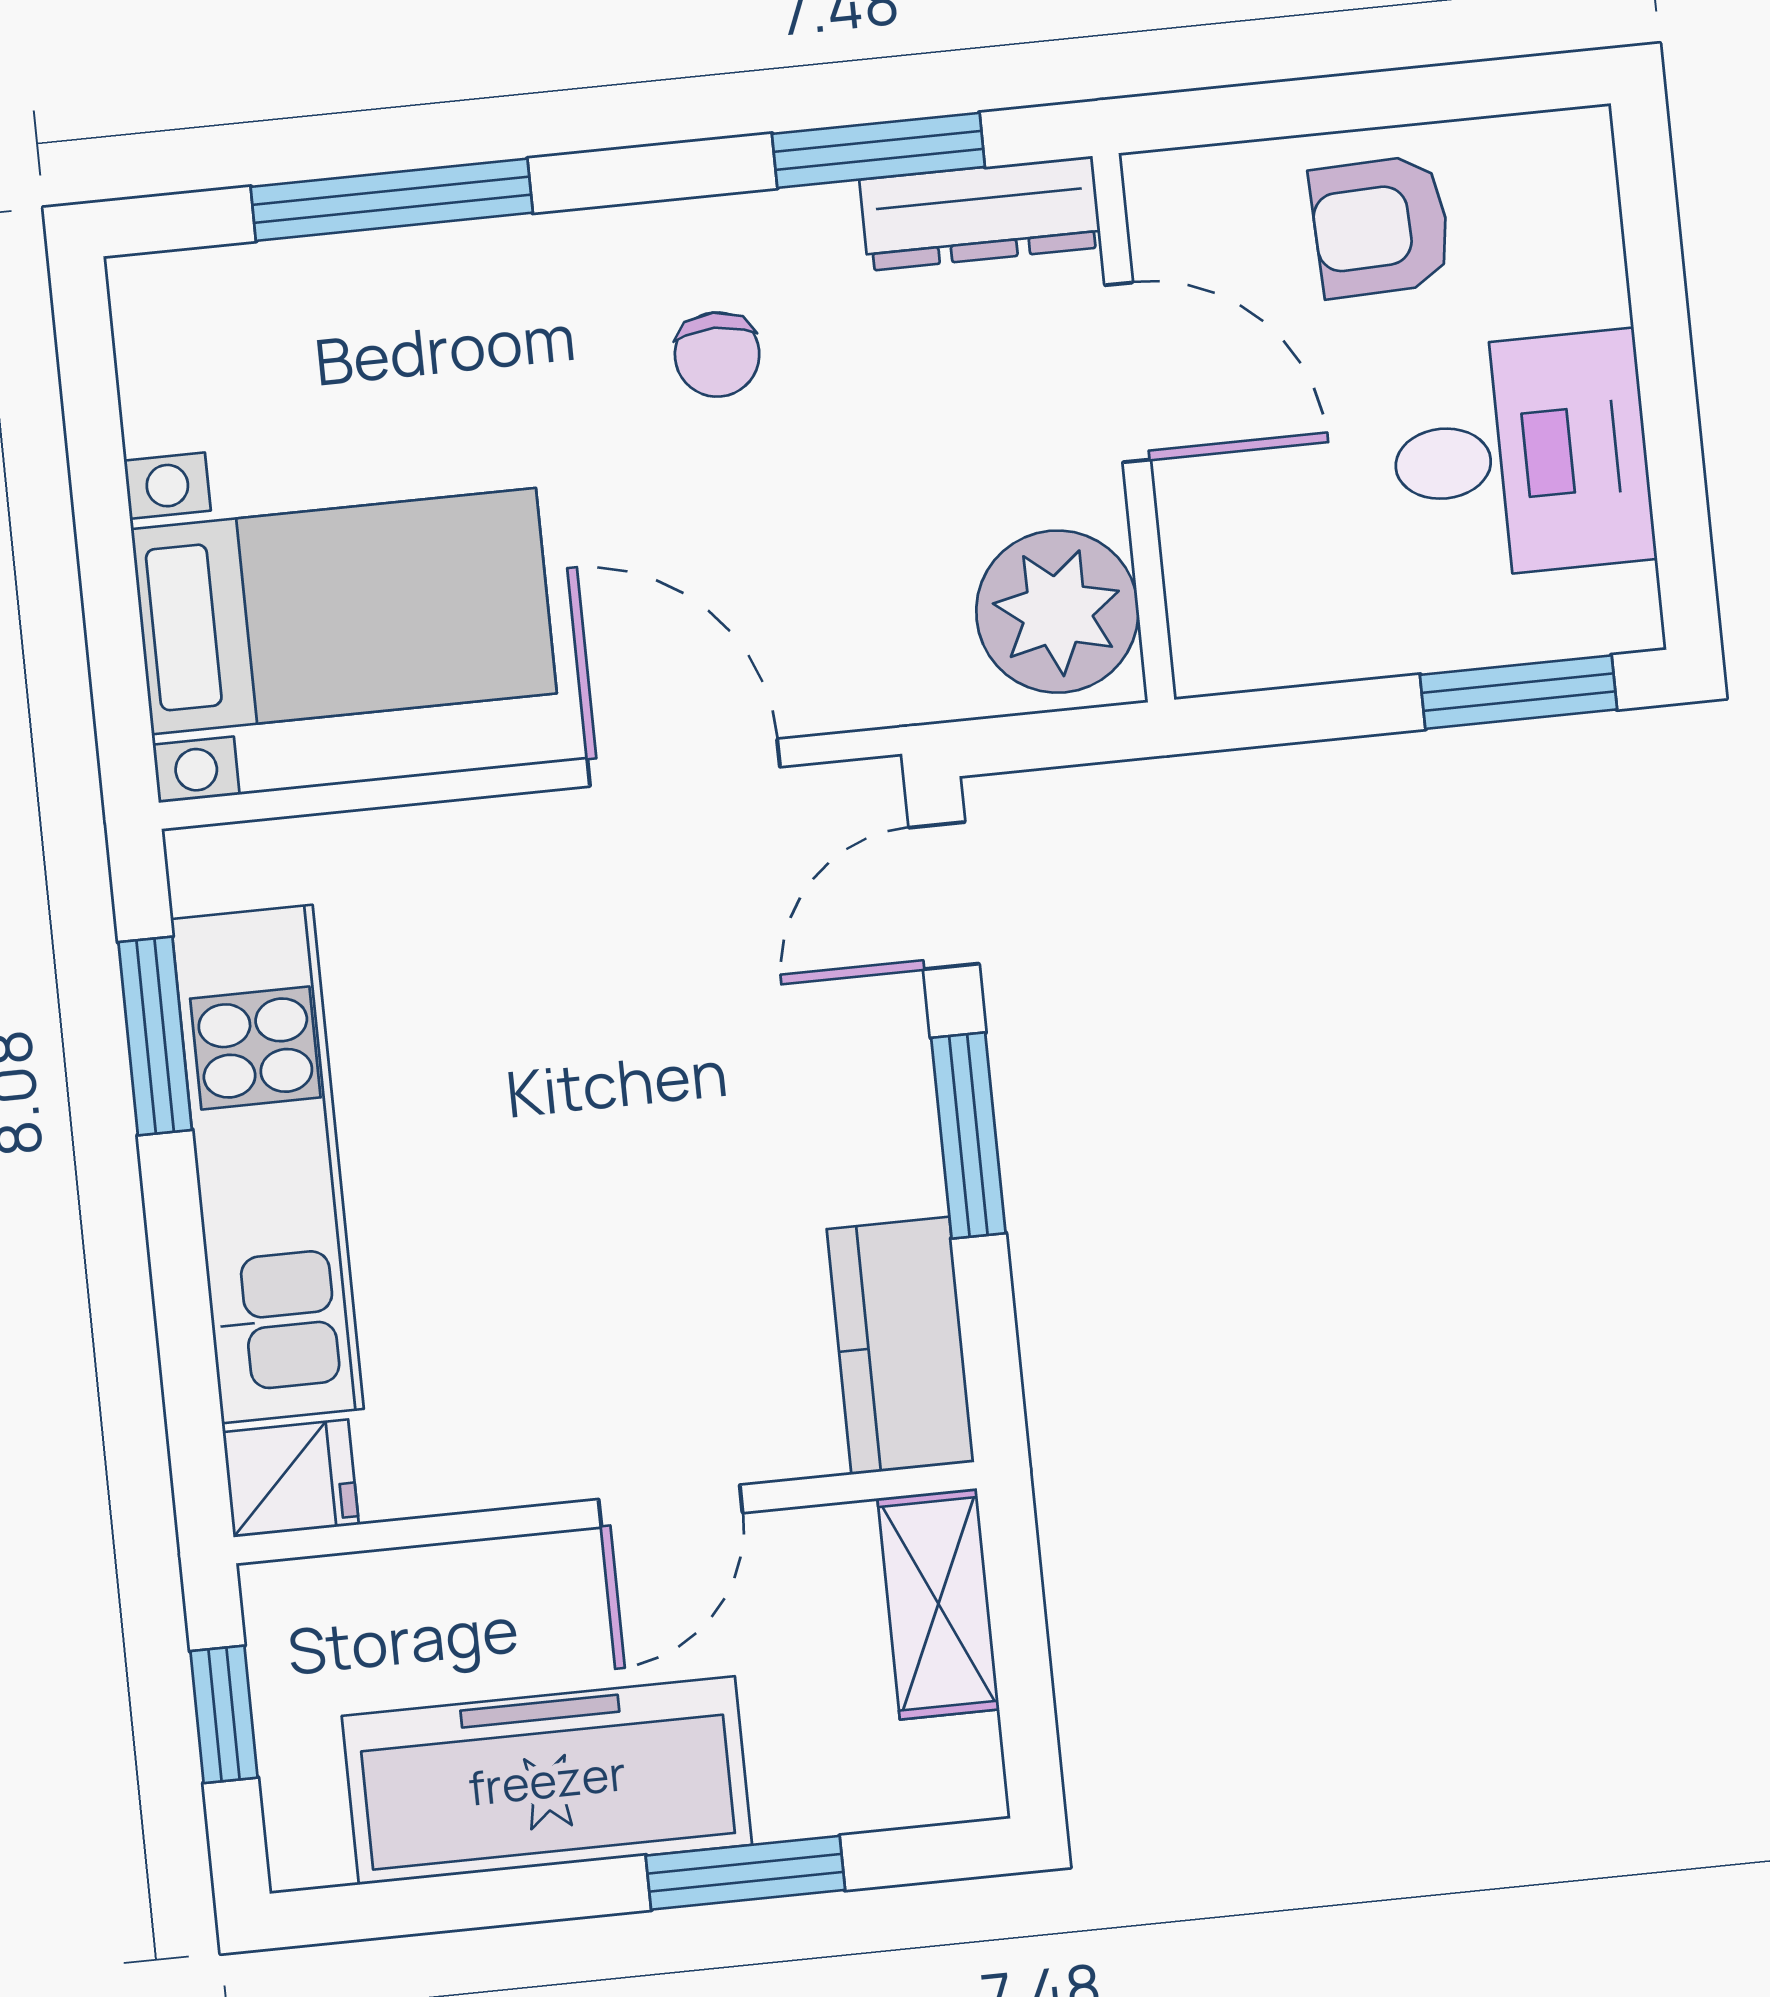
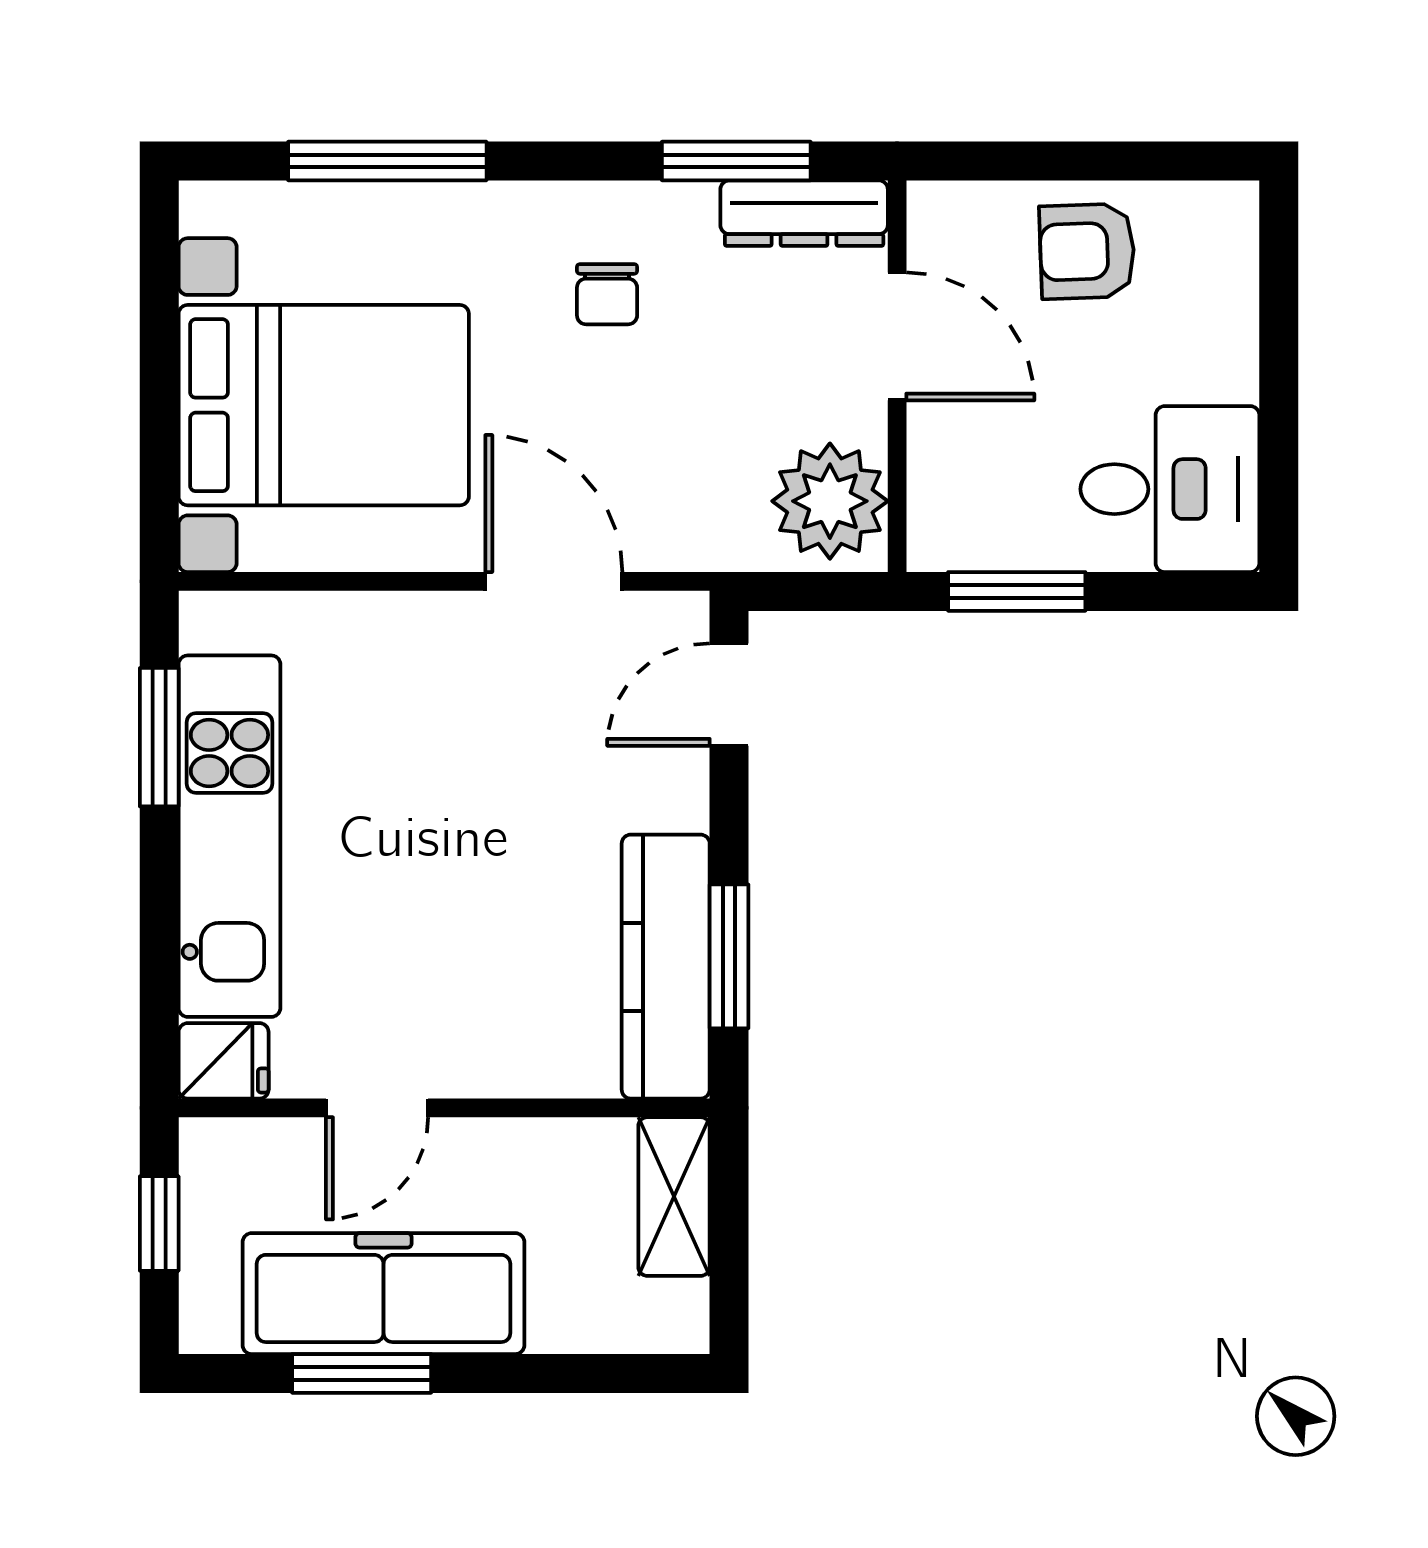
desk: (1521, 456) -> (1170, 489), moved
bed with nightstands: (344, 611) -> (324, 405), width x1.36
window: (1519, 692) -> (1017, 591), moved
window: (968, 1135) -> (729, 956), moved
kitchen counter: (900, 1346) -> (666, 967), width x1.50
door: (671, 1506) -> (377, 1108), moved
window: (745, 1873) -> (362, 1373), moved

